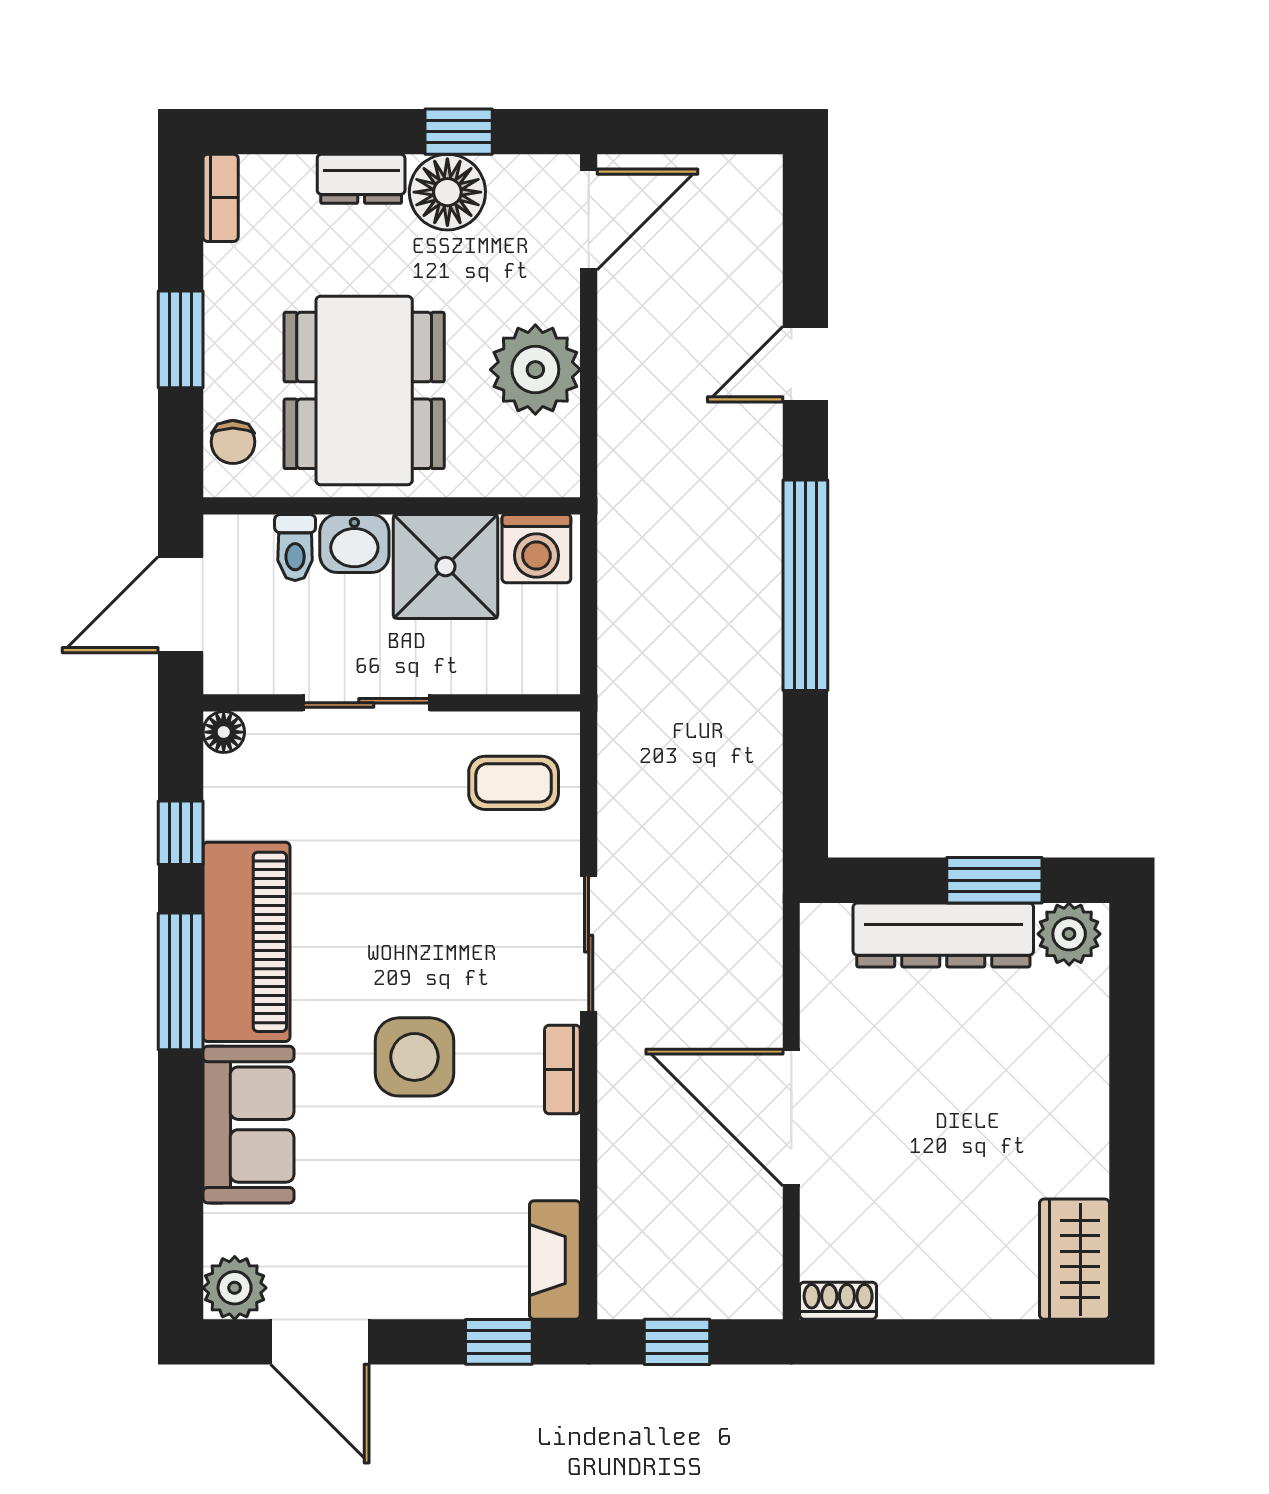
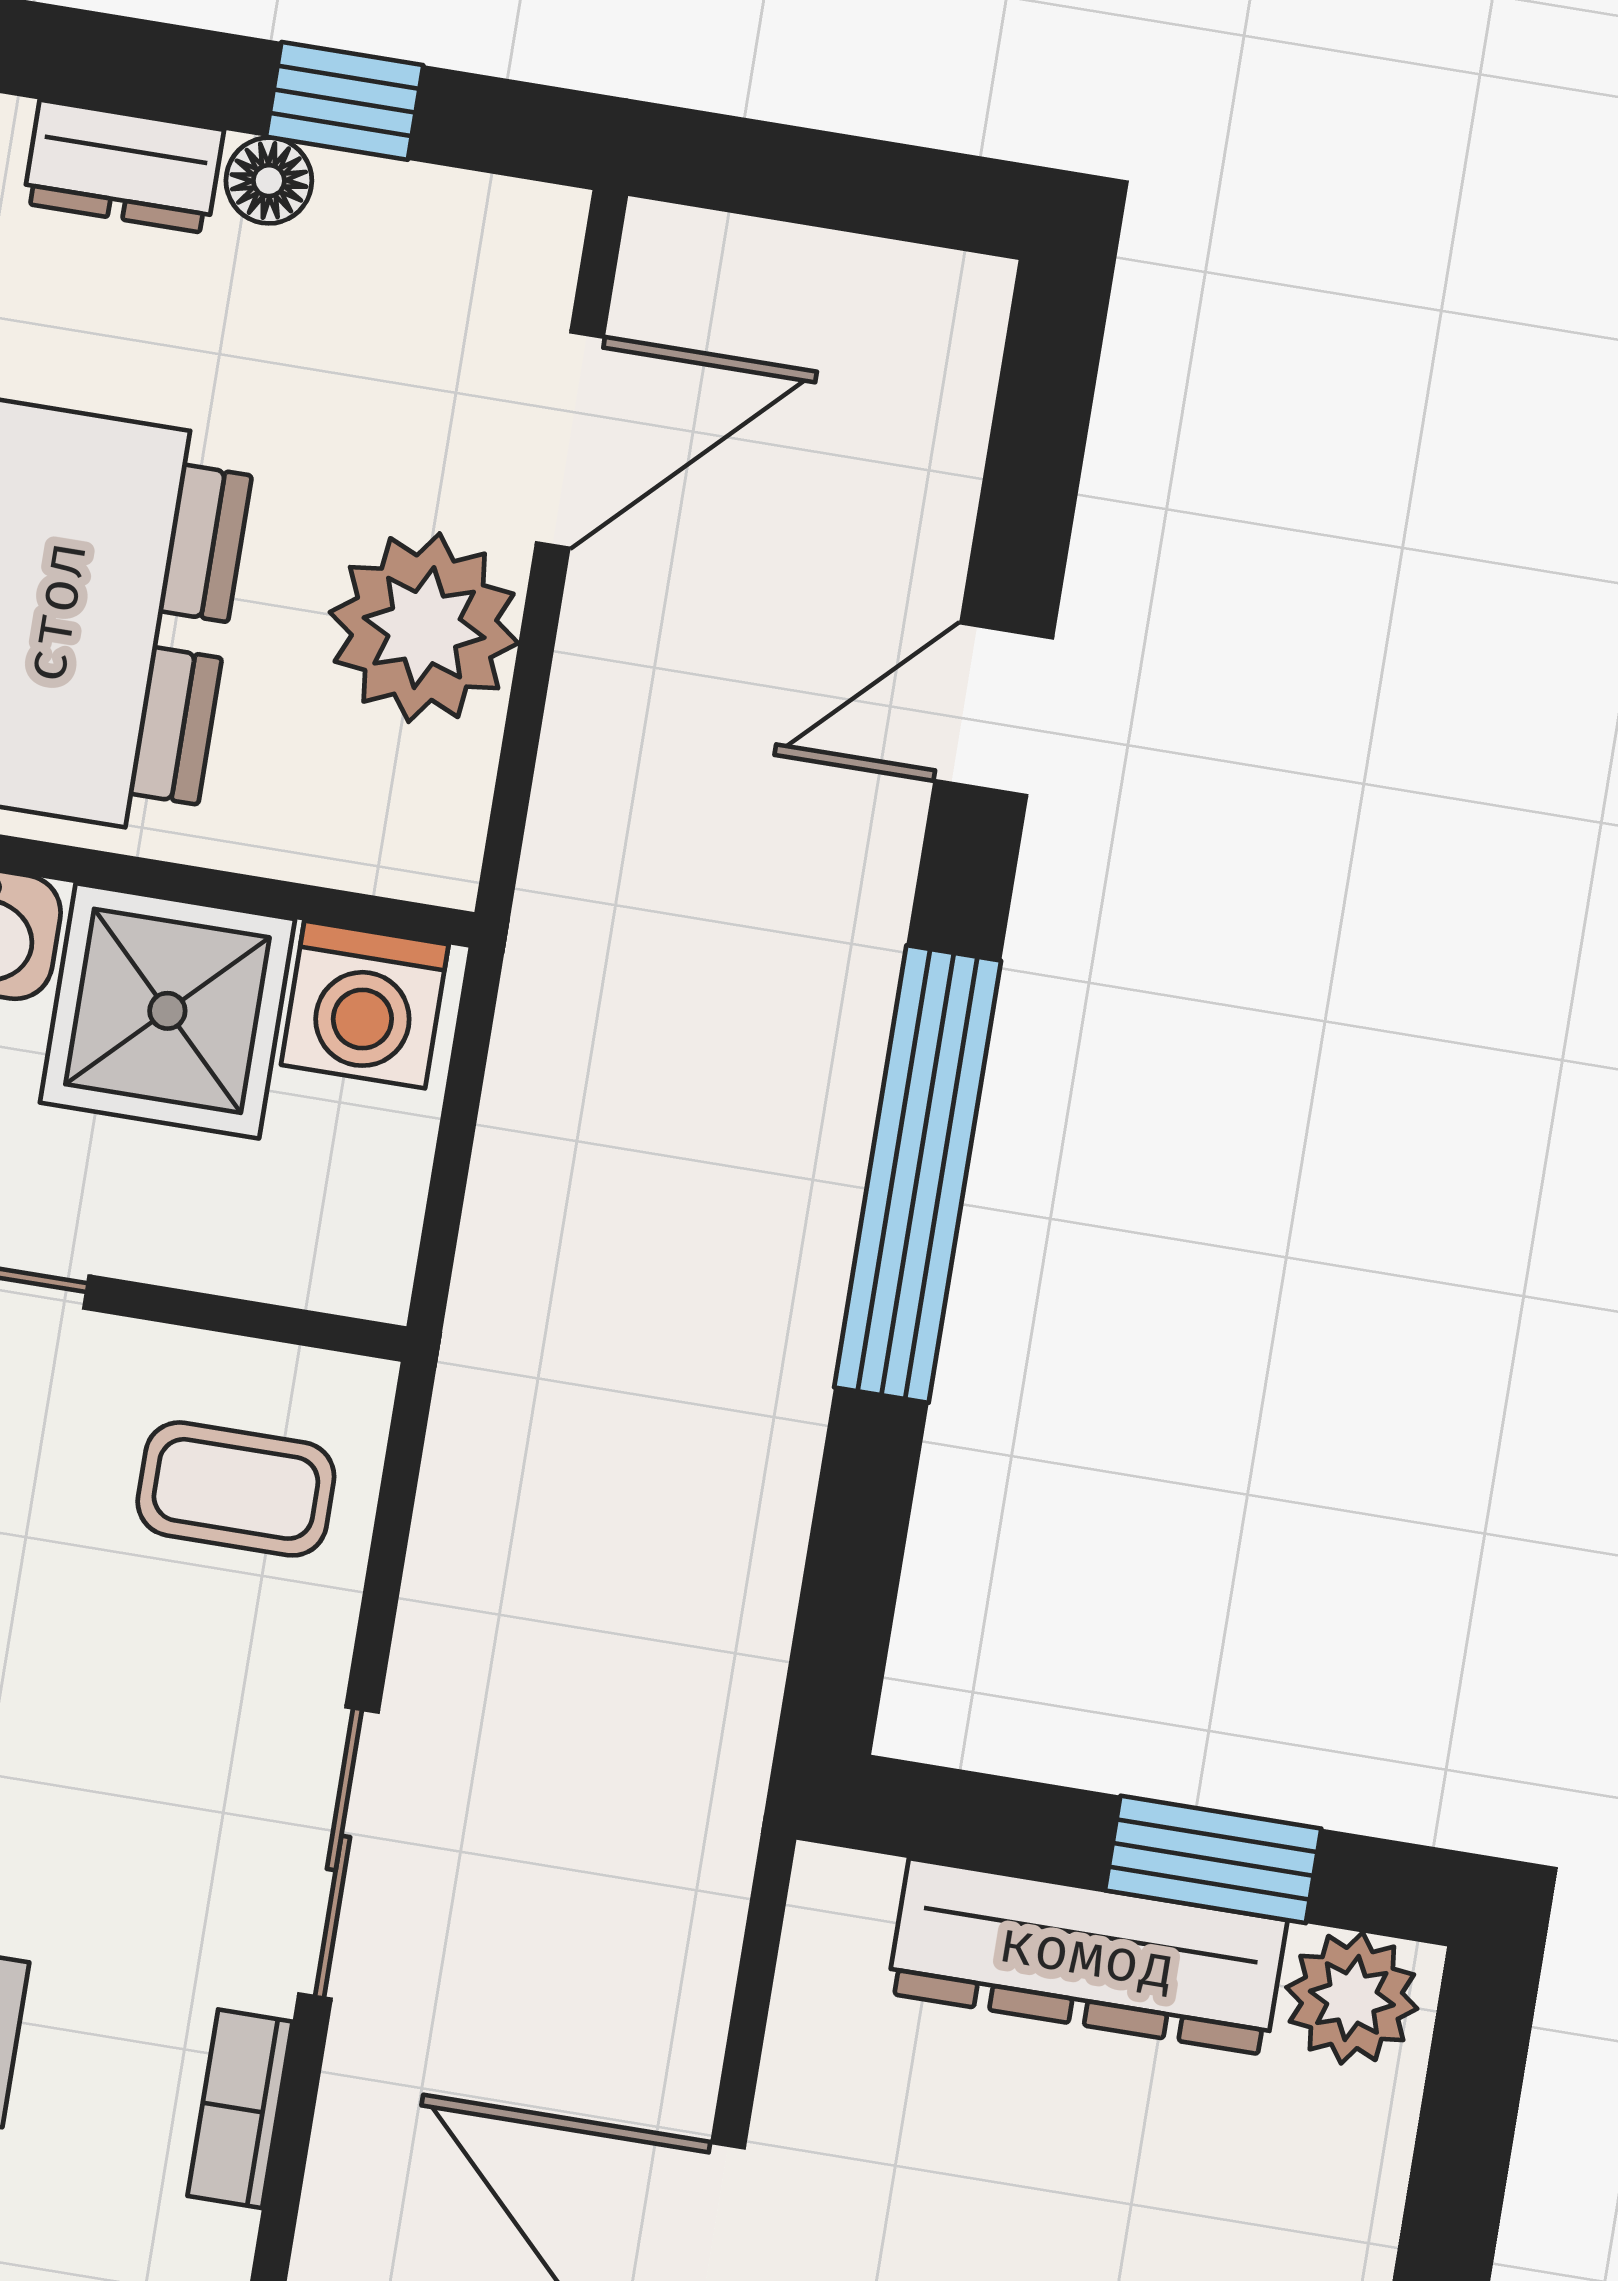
floor lamp: (447, 192) -> (269, 181), width x0.53, depth x0.53
door: (589, 220) -> (570, 440), moved

